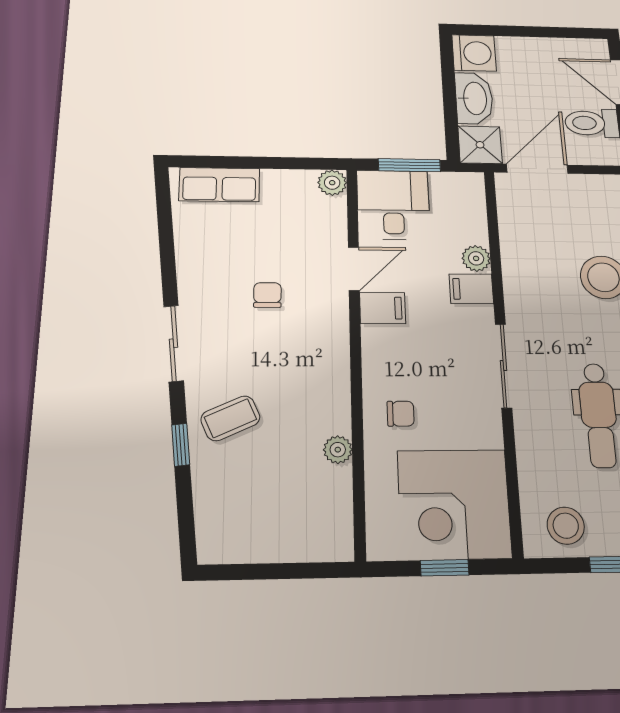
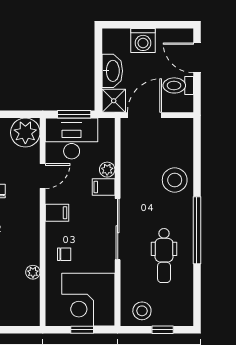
washing machine: (474, 53) -> (143, 41), moved, turned 90
plant: (332, 183) -> (25, 133), width x1.88, depth x1.88
desk: (393, 205) -> (72, 138), width x1.37
filing cabinet: (383, 308) -> (57, 213), moved
sliding door: (504, 366) -> (118, 229), width x1.37

